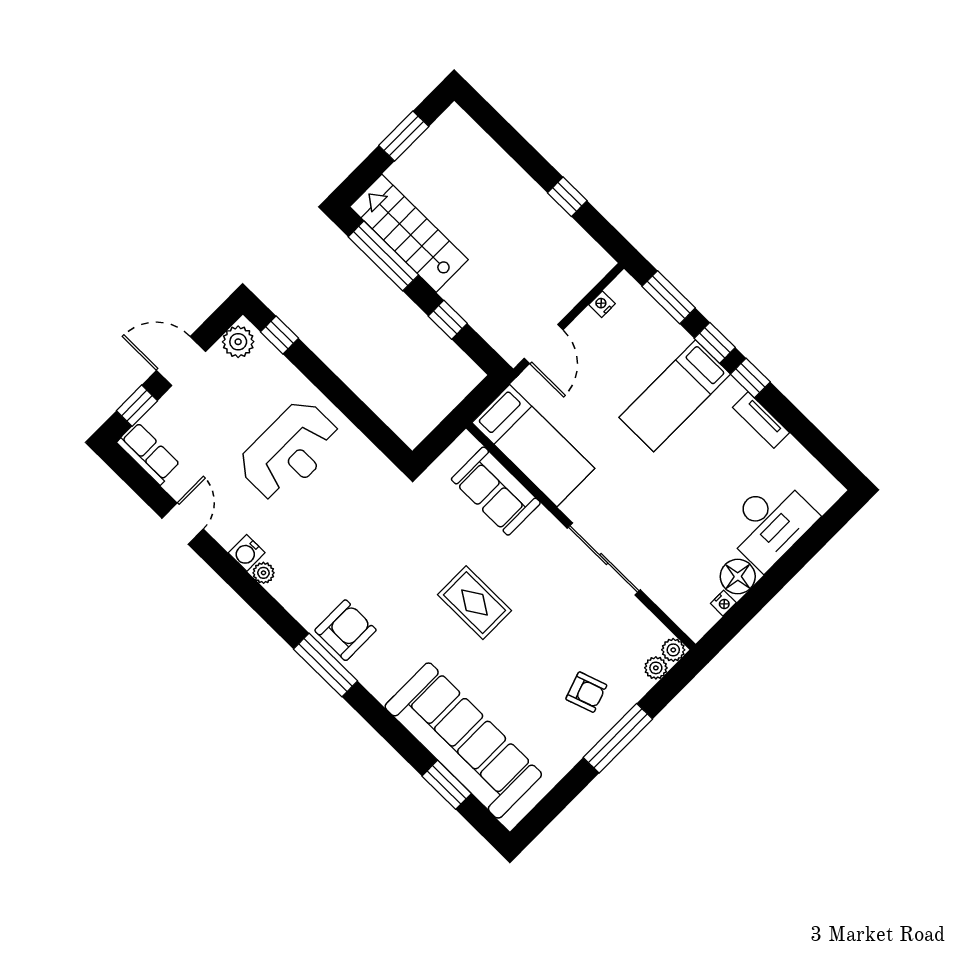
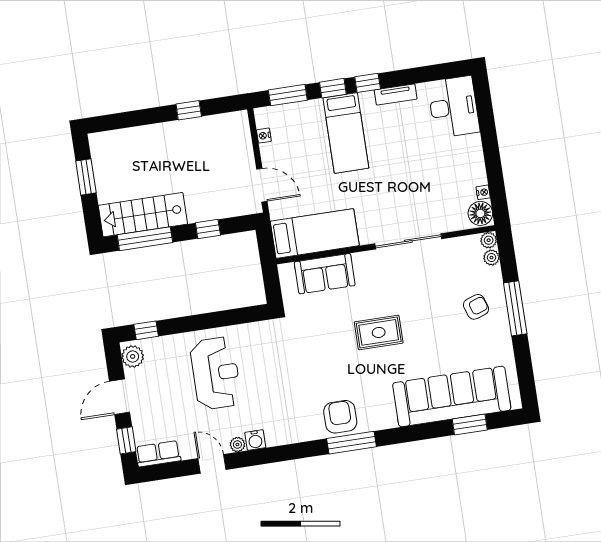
desk: (770, 523) -> (453, 107), moved
plant: (263, 573) -> (237, 445), moved
floor lamp: (738, 577) -> (480, 213), moved

